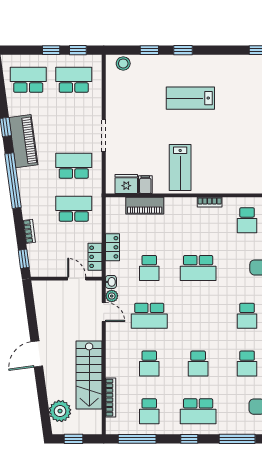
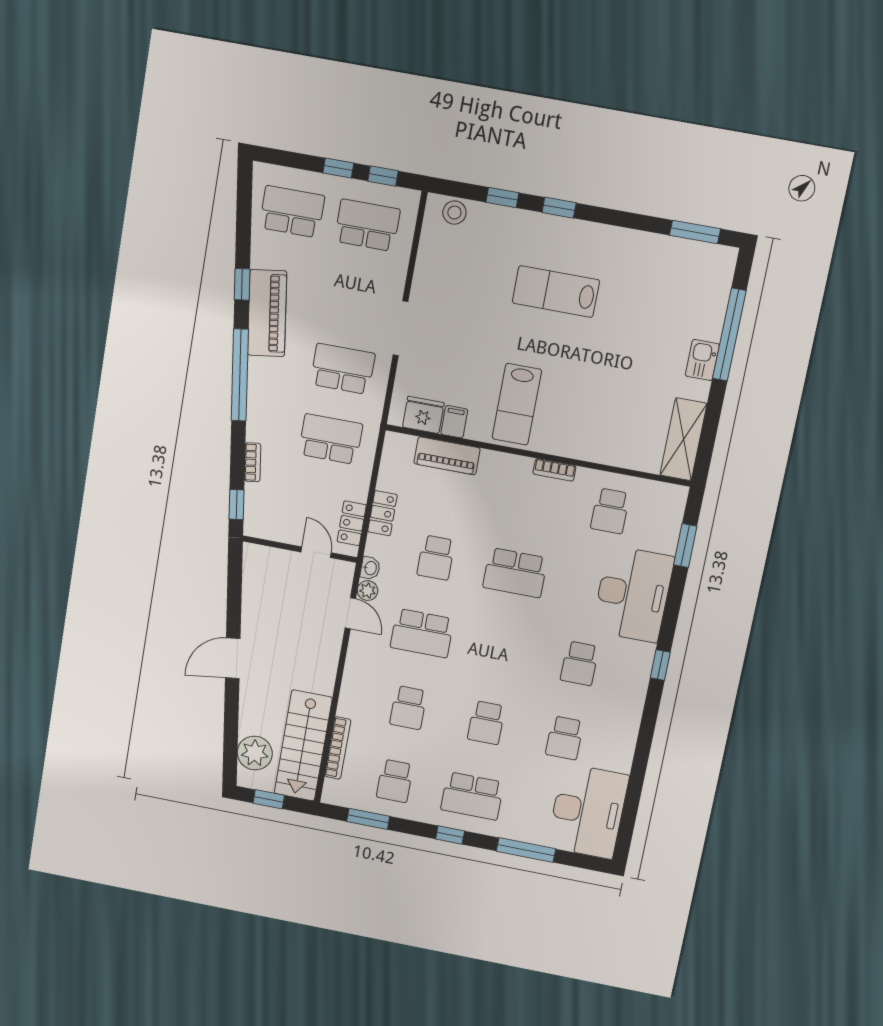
stairs: (89, 375) -> (303, 746), moved
window: (137, 439) -> (368, 819), width x0.69

